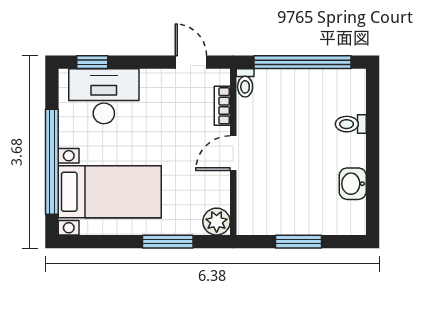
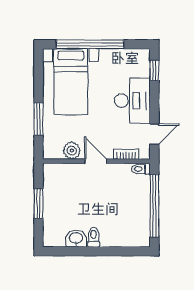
desk: (104, 96) -> (132, 101), moved
toilet: (351, 124) -> (94, 237), moved
plant: (217, 222) -> (72, 151), moved

